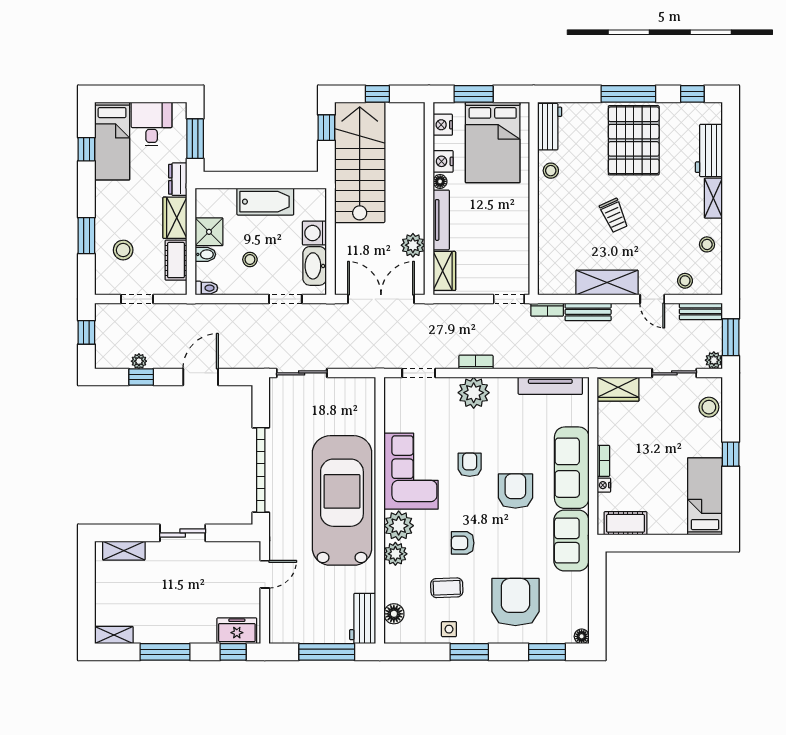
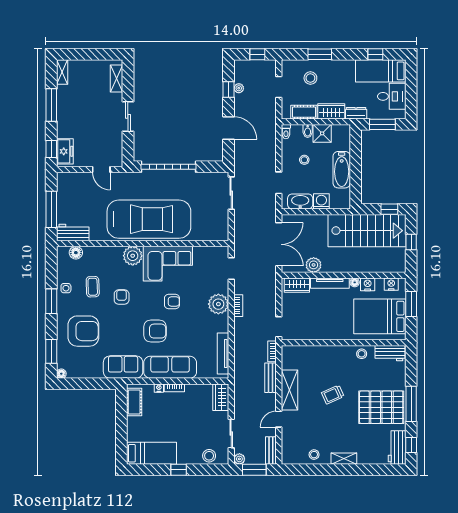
workbench: (709, 150) -> (397, 448), moved, turned -90
stool: (685, 281) -> (291, 440), removed
plant: (395, 554) -> (115, 254), removed

